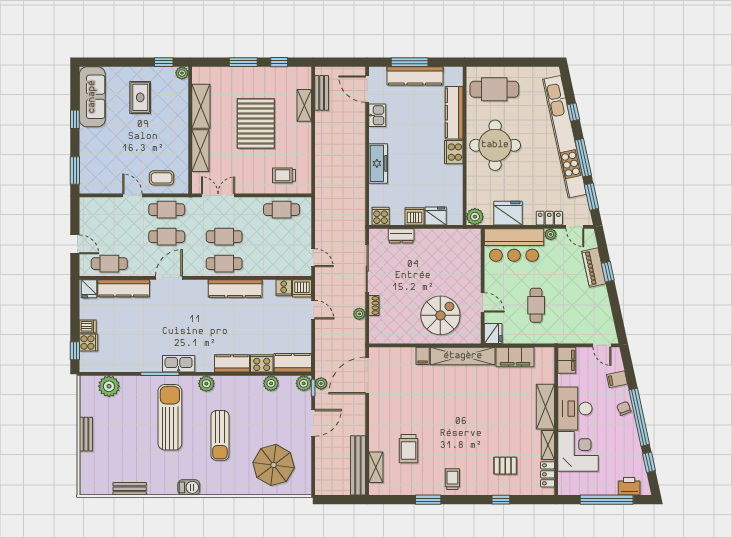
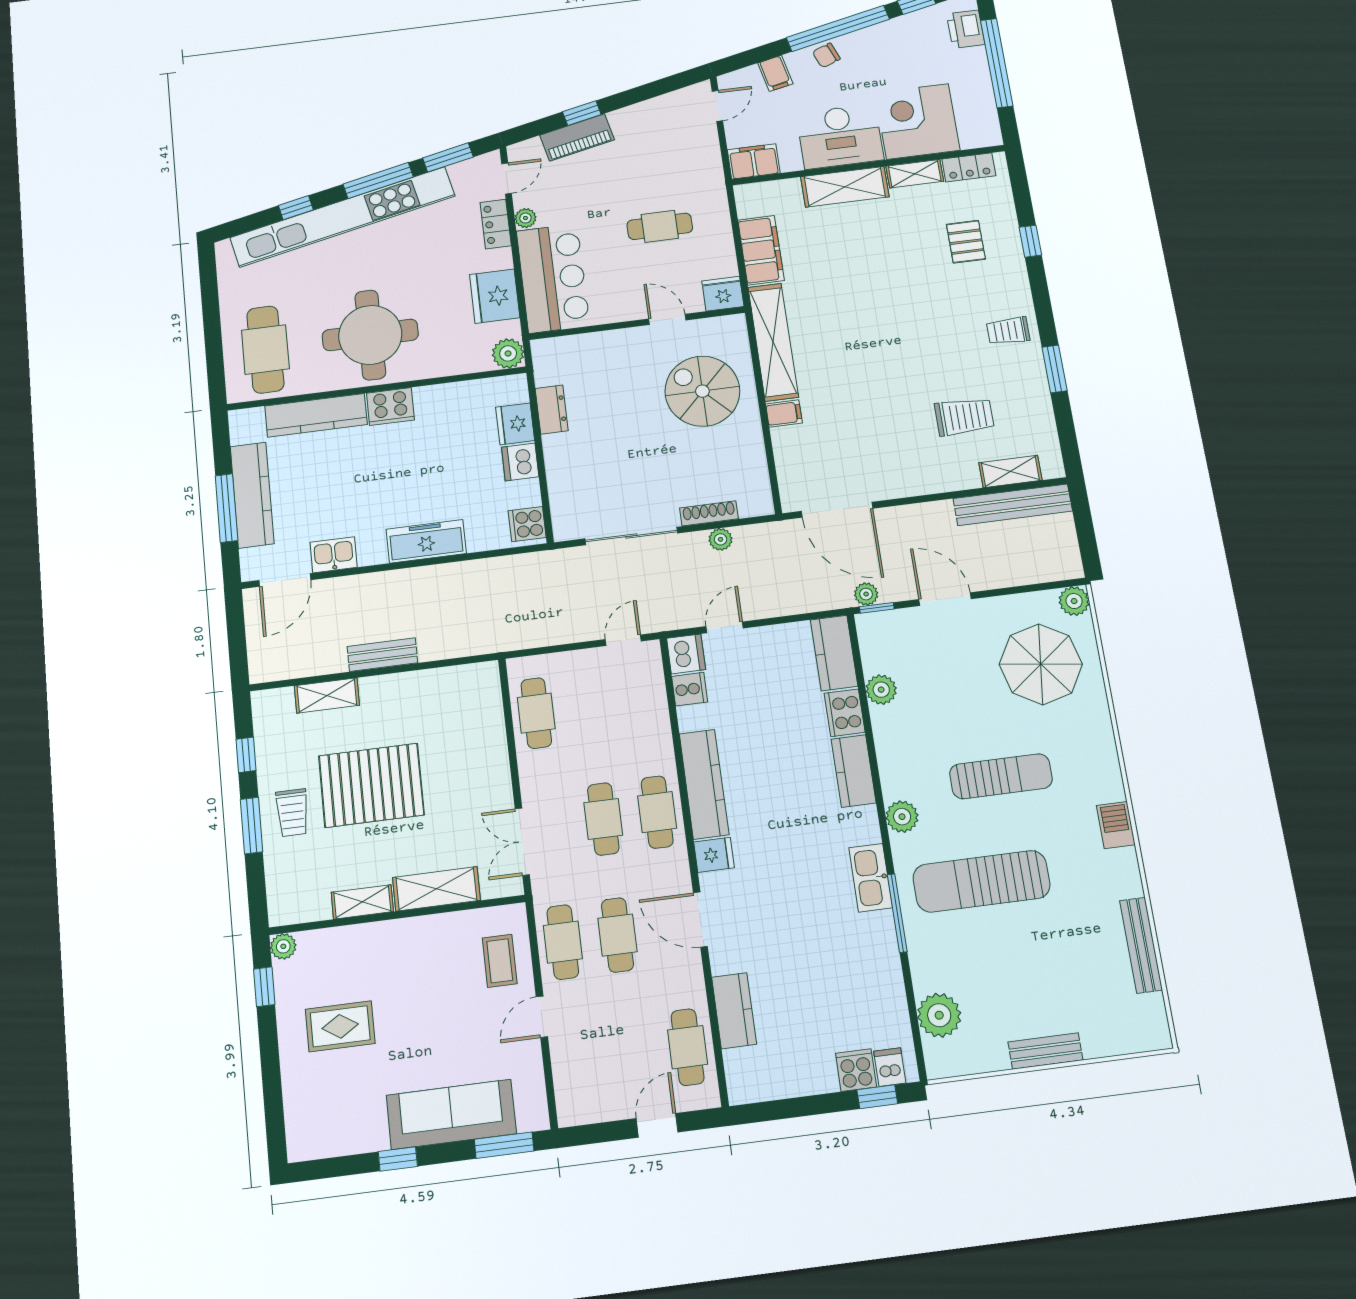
bench: (322, 93) -> (382, 655), moved
sofa: (92, 97) -> (451, 1114), moved
shelving: (201, 106) -> (362, 902), width x0.67, depth x0.75
trolley: (284, 175) -> (292, 813), moved
dresser: (401, 236) -> (552, 410), moved
kitchen counter: (124, 288) -> (734, 1011), width x0.67
fridge: (89, 289) -> (714, 855), moved
door: (483, 302) -> (667, 319), hinge flipped
shoe rack: (374, 305) -> (709, 513), width x1.43
dishwasher: (88, 326) -> (890, 1067), moved
plant: (304, 383) -> (1074, 601), moved
bench: (130, 489) -> (1141, 945), width x1.36

